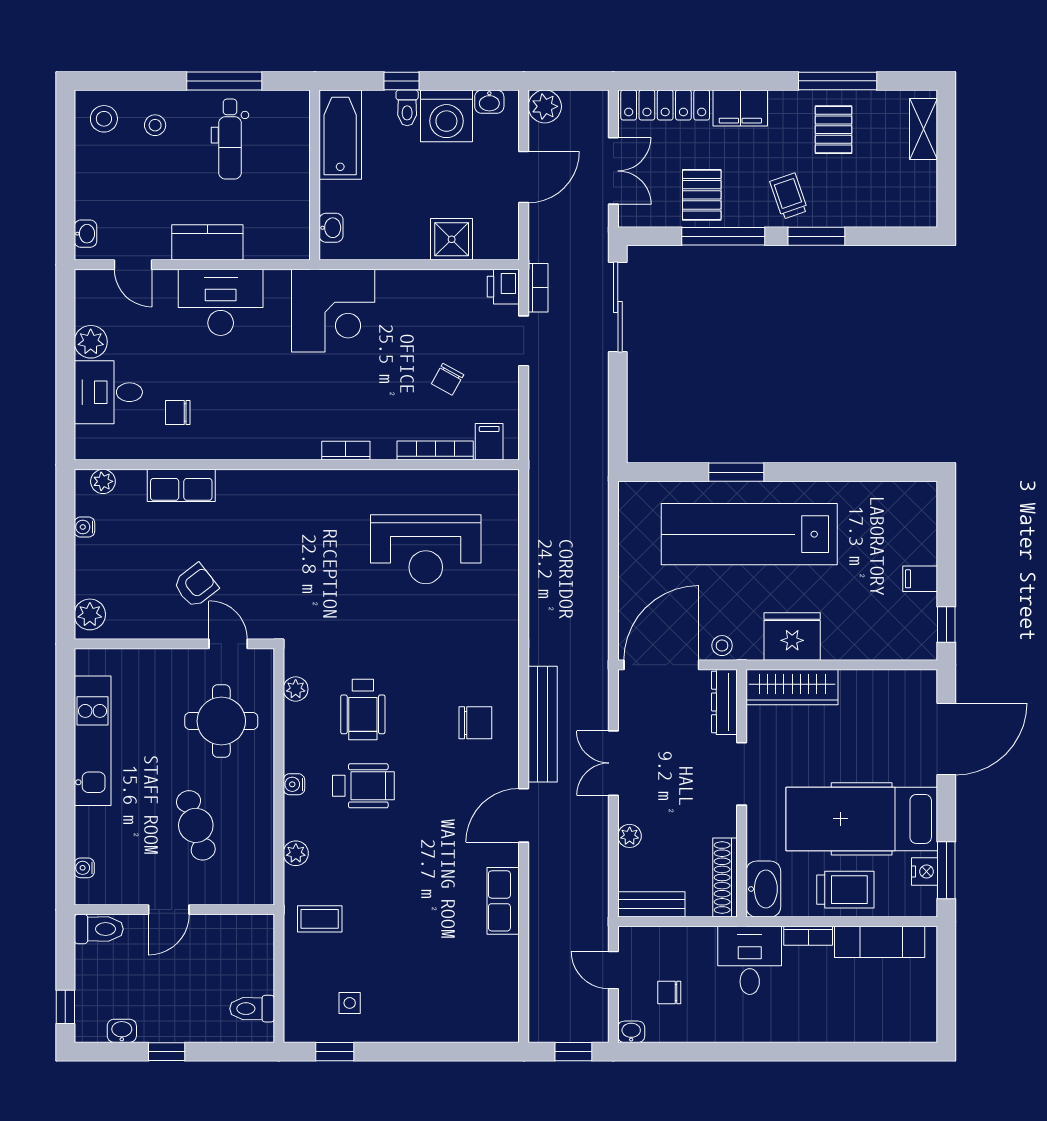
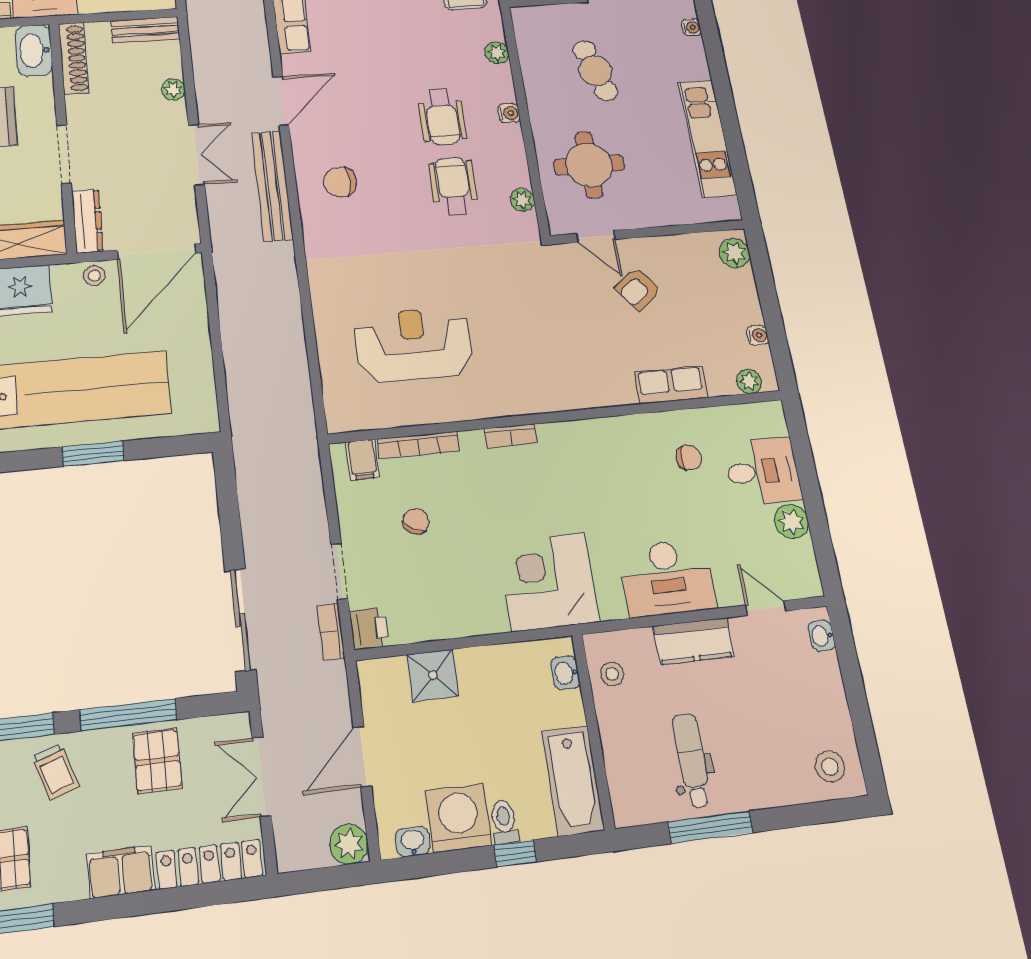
stool: (155, 125) -> (612, 674), moved
wheelchair: (363, 786) -> (442, 117), turned -90

